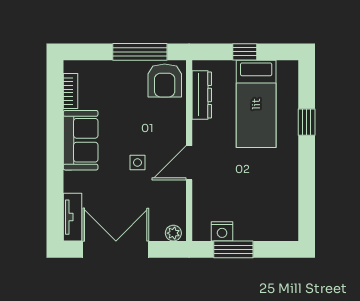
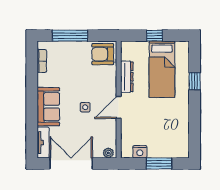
window: (140, 52) -> (70, 36), moved
armchair: (165, 80) -> (103, 54), turned 90
dresser: (202, 95) -> (127, 77), moved
sofa: (81, 140) -> (48, 107), moved
window: (233, 249) -> (159, 163), moved

